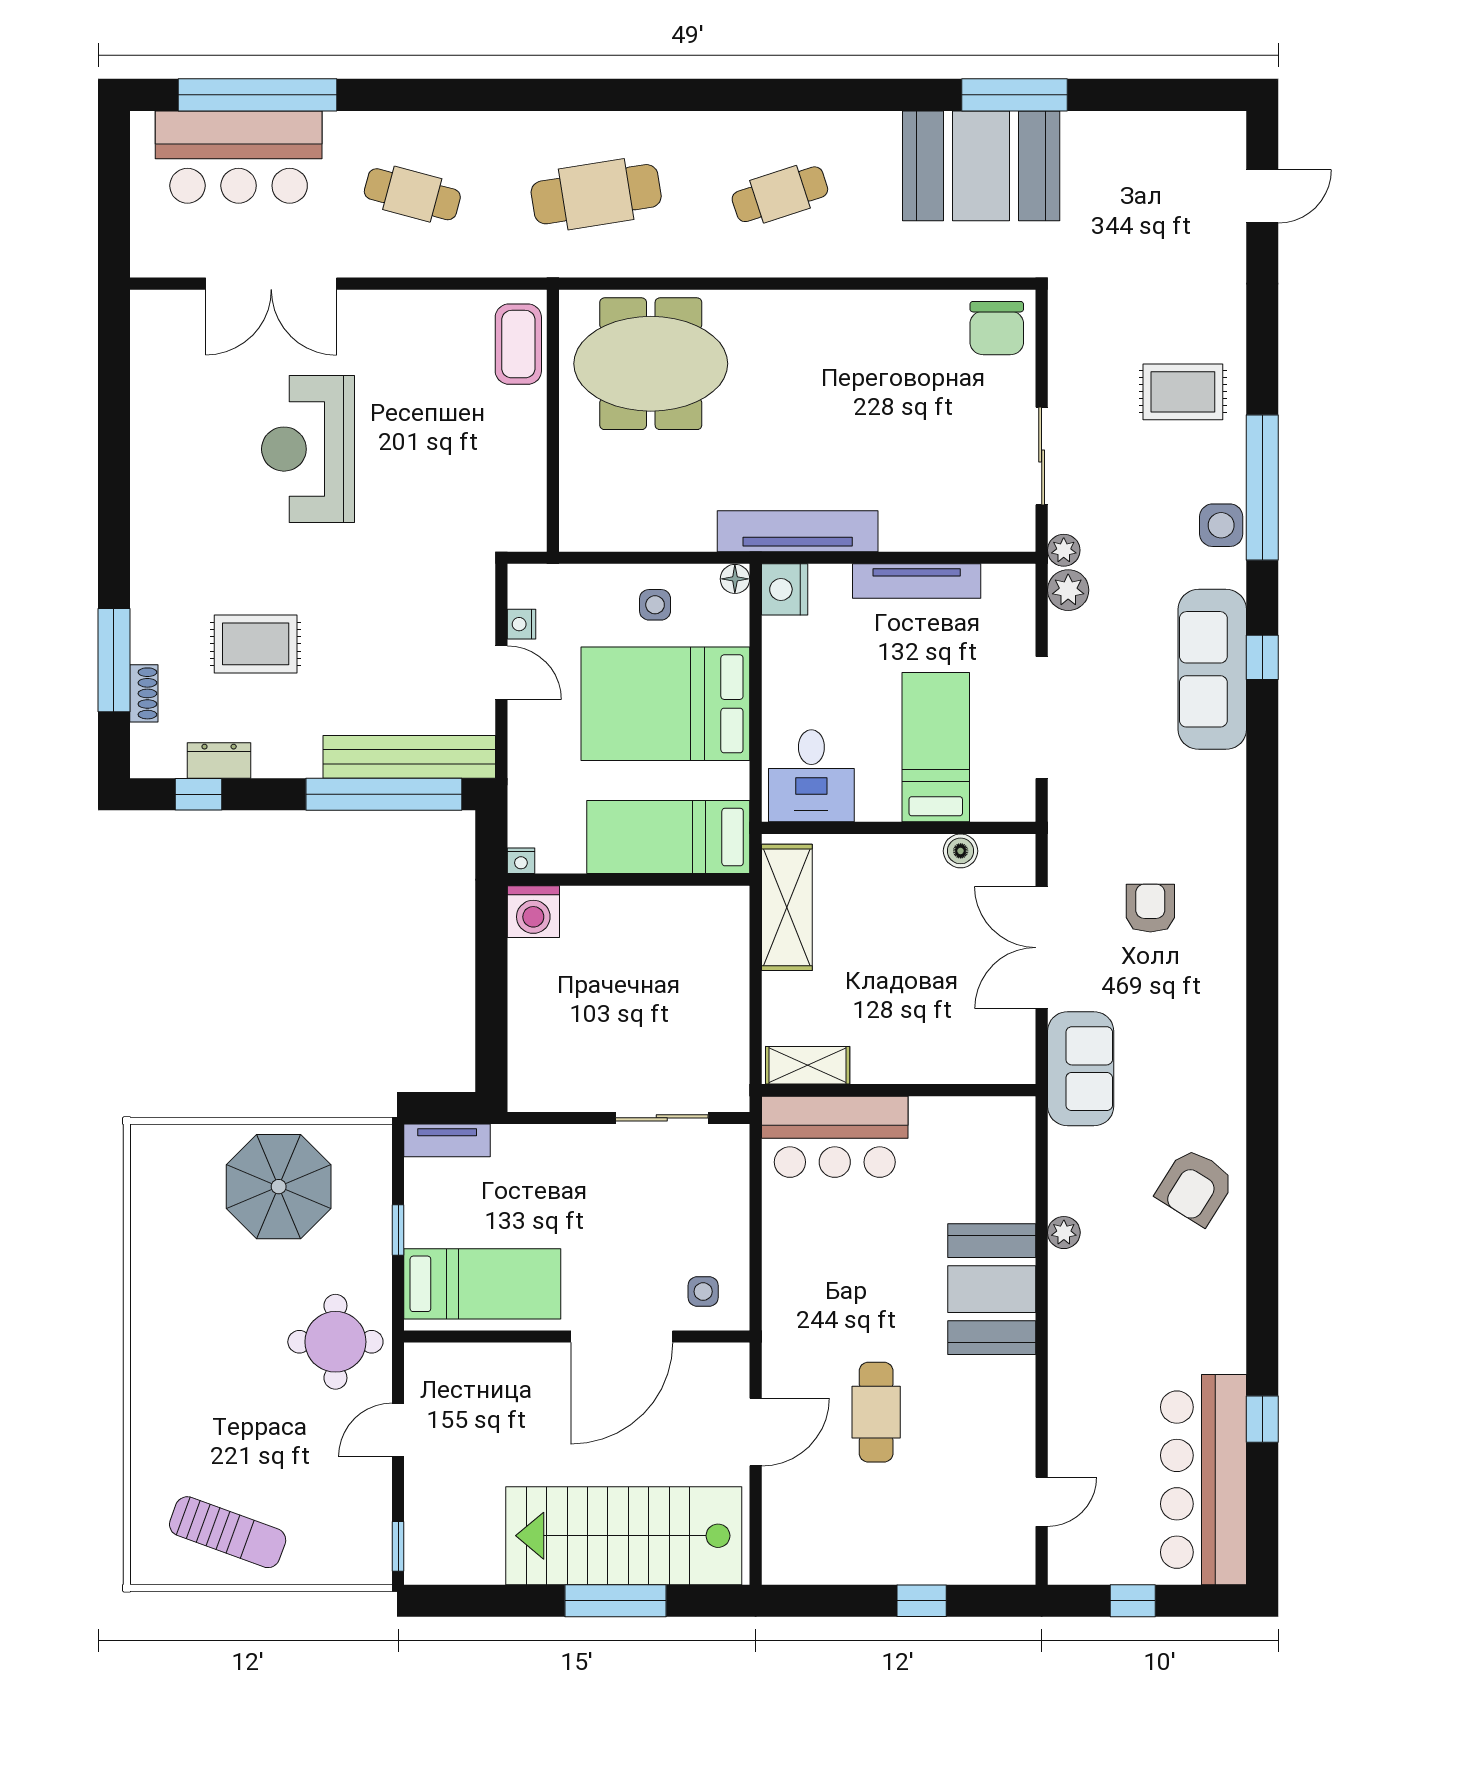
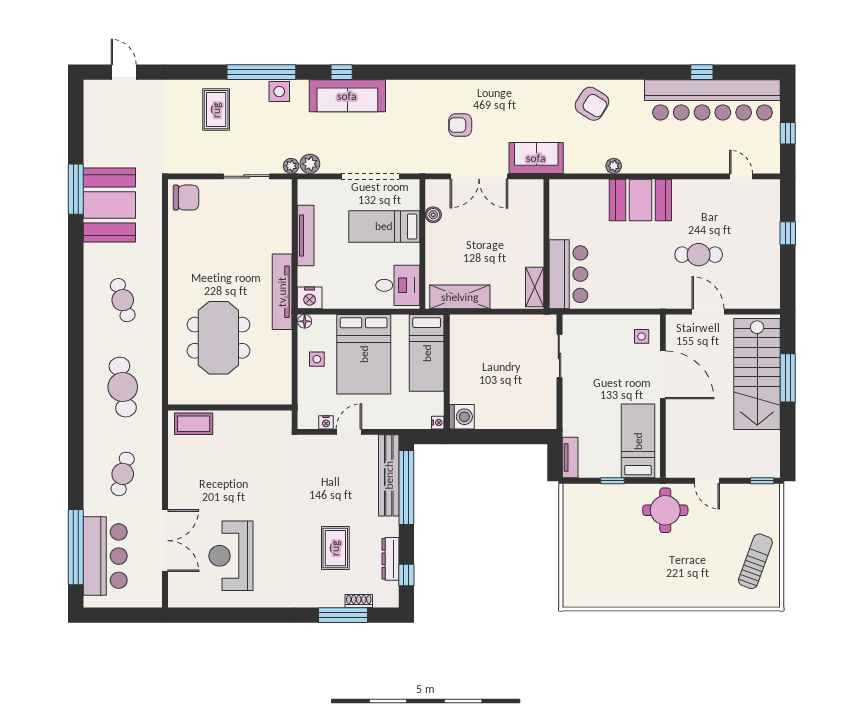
meeting table: (651, 364) -> (218, 338), moved
reception desk: (308, 449) -> (231, 556), moved, turned 90
dresser: (219, 760) -> (390, 559), width x1.44
parasol: (279, 1187) -> (592, 537), removed
bar counter: (1203, 1480) -> (712, 100), width x1.36

